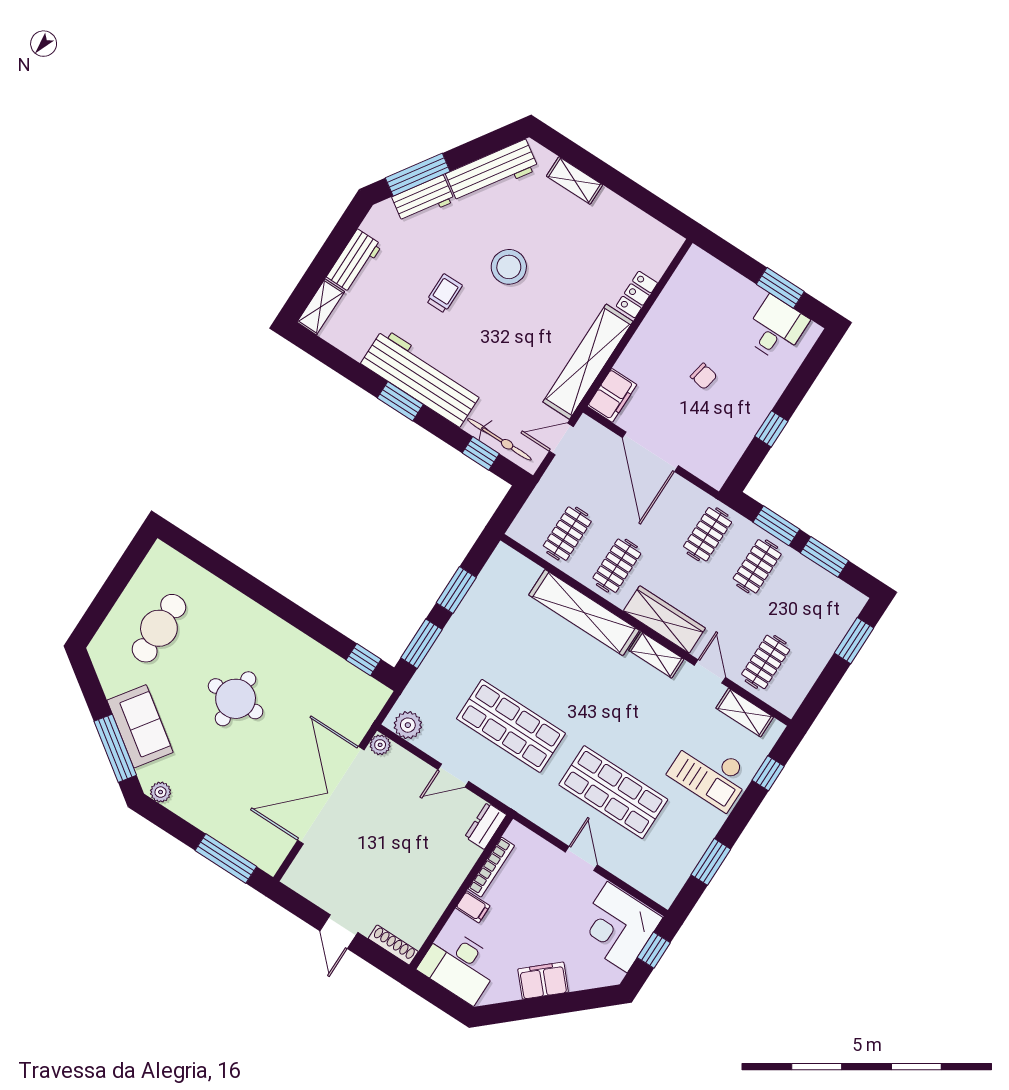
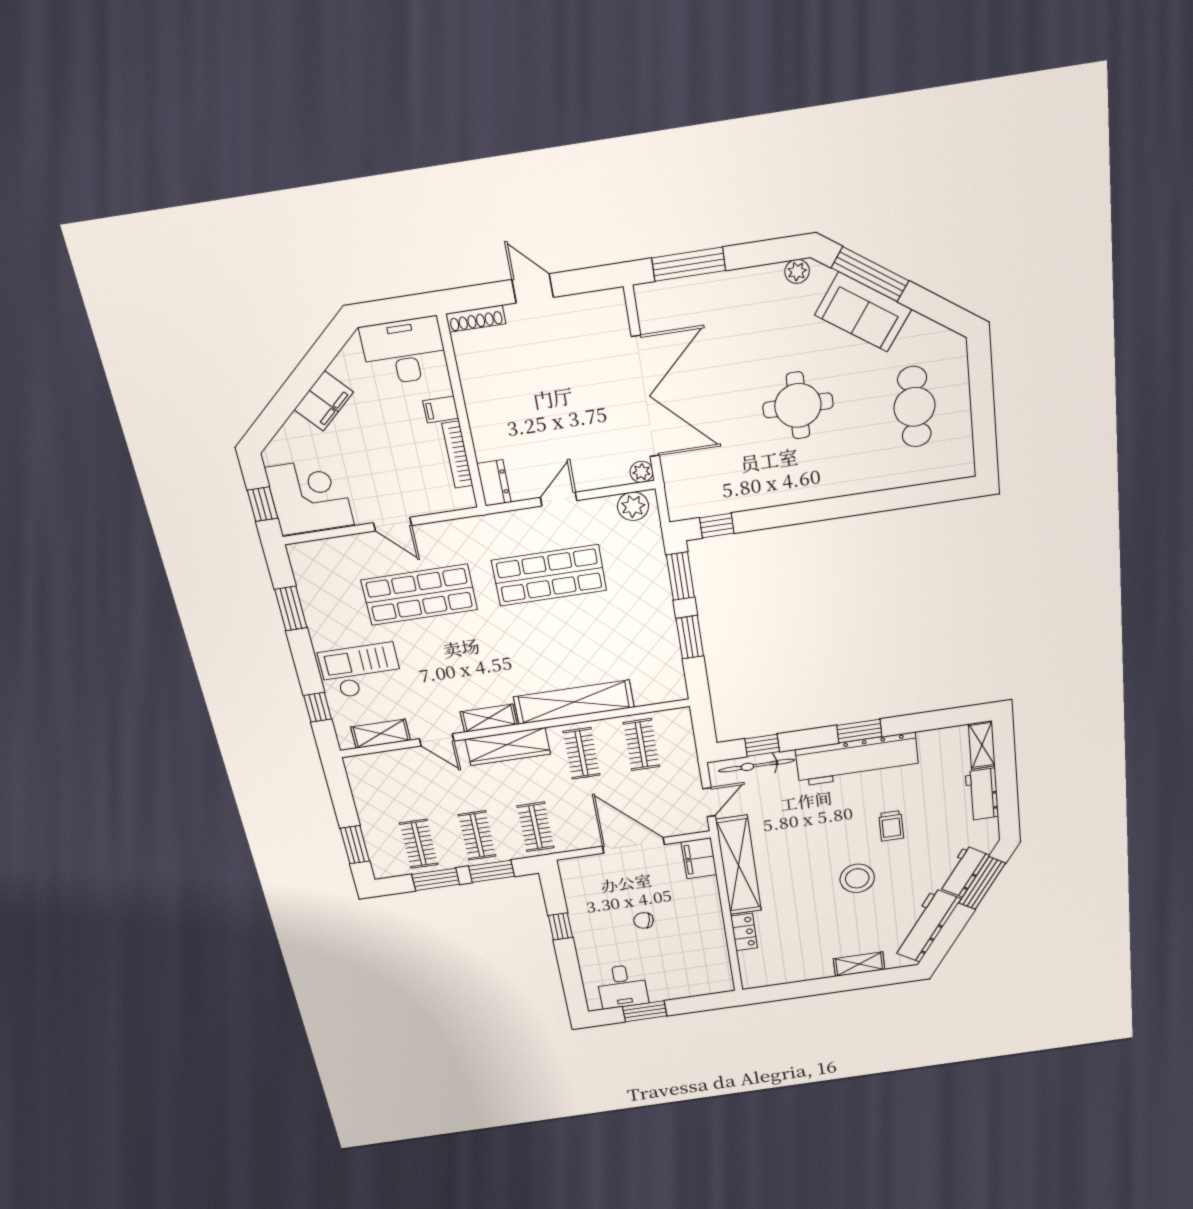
clothes rail: (766, 662) -> (419, 844), moved

